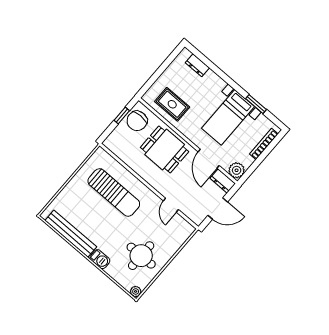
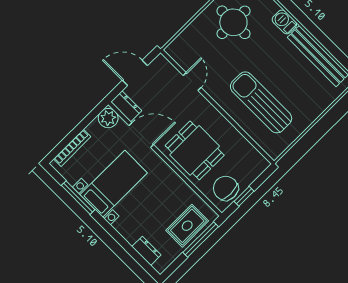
window: (154, 78) -> (201, 240), added
rug: (172, 104) -> (187, 226), moved, turned 90
window: (256, 104) -> (78, 198), width x1.44
chair: (137, 121) -> (226, 188), turned -90
door: (209, 159) -> (141, 135), hinge flipped

